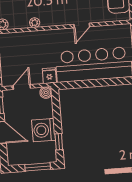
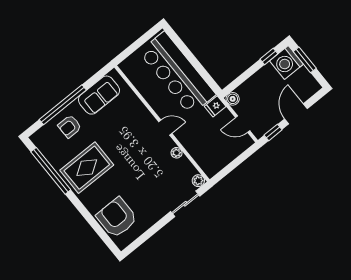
door: (82, 26) -> (165, 127), moved
washing machine: (44, 130) -> (286, 62), moved, turned 90

